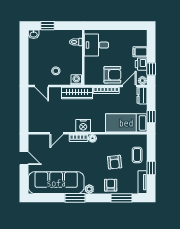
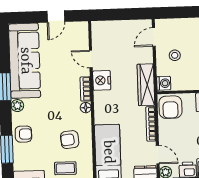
armchair: (112, 75) -> (170, 107), moved
nightstand: (83, 126) -> (102, 80), moved
armchair: (115, 162) -> (70, 140), moved

